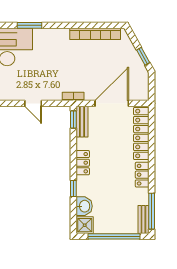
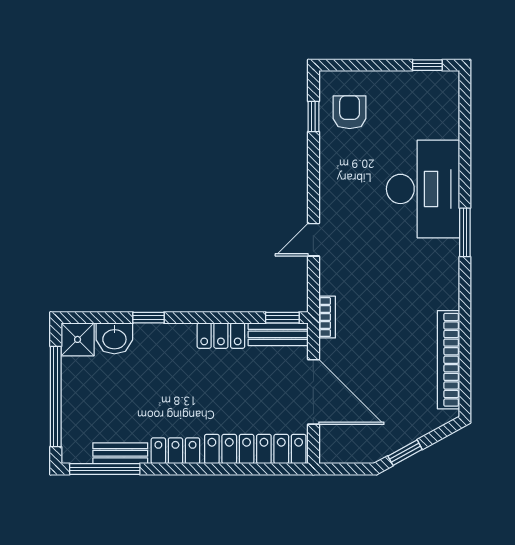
locker: (83, 163) -> (221, 336), moved
bench: (143, 220) -> (120, 453), moved

